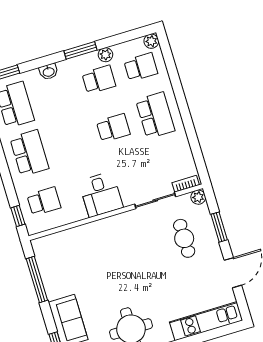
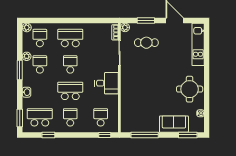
school desk: (71, 140) -> (70, 91), added
school desk: (29, 153) -> (70, 117), width x0.54

